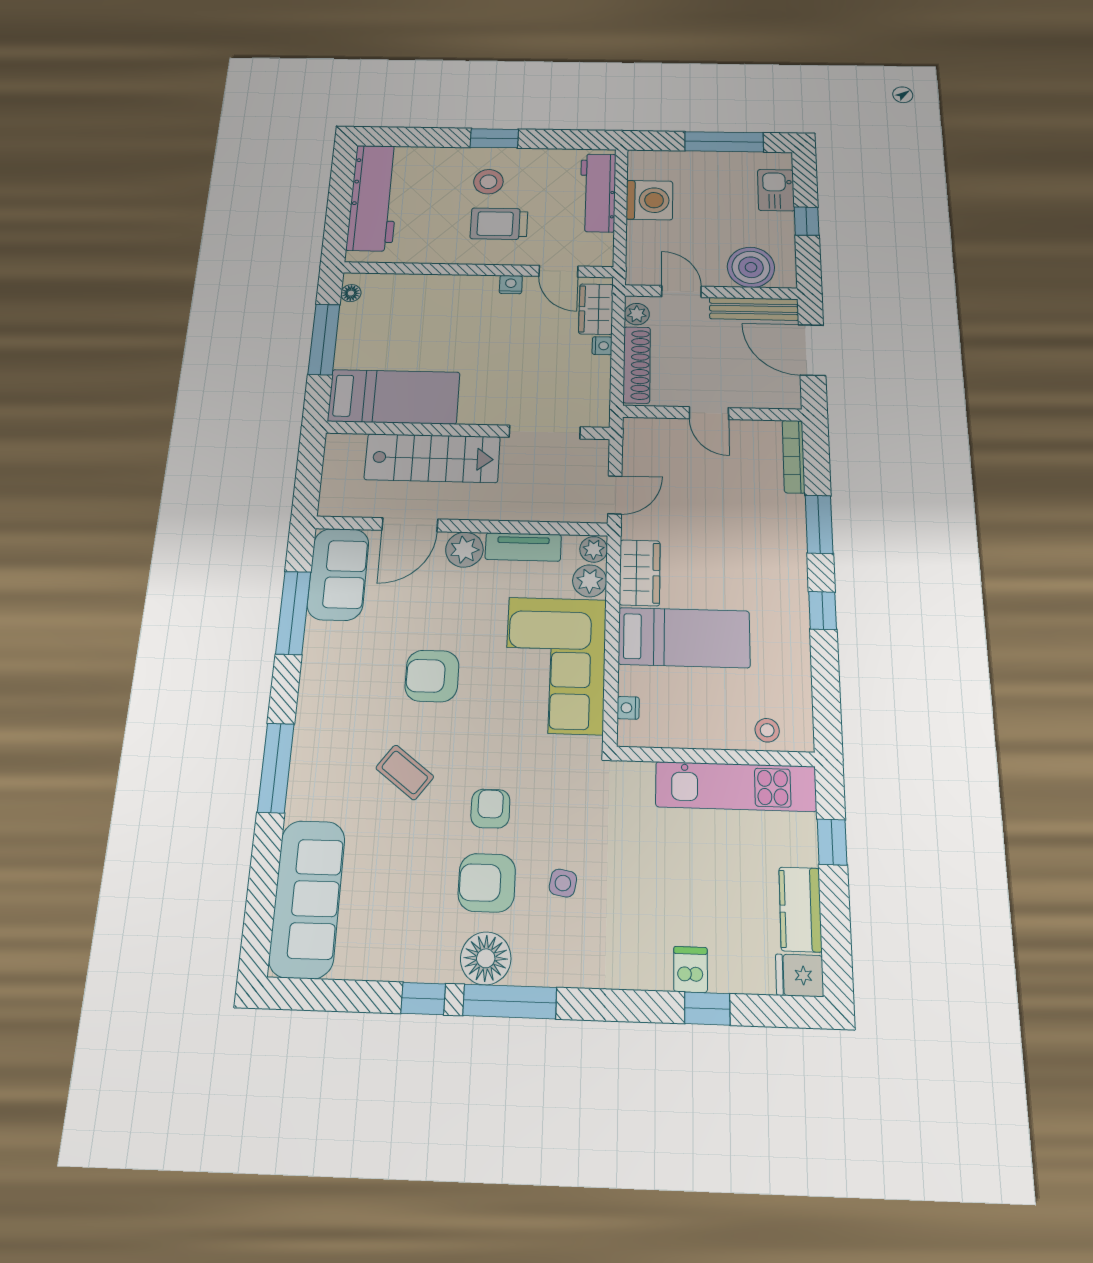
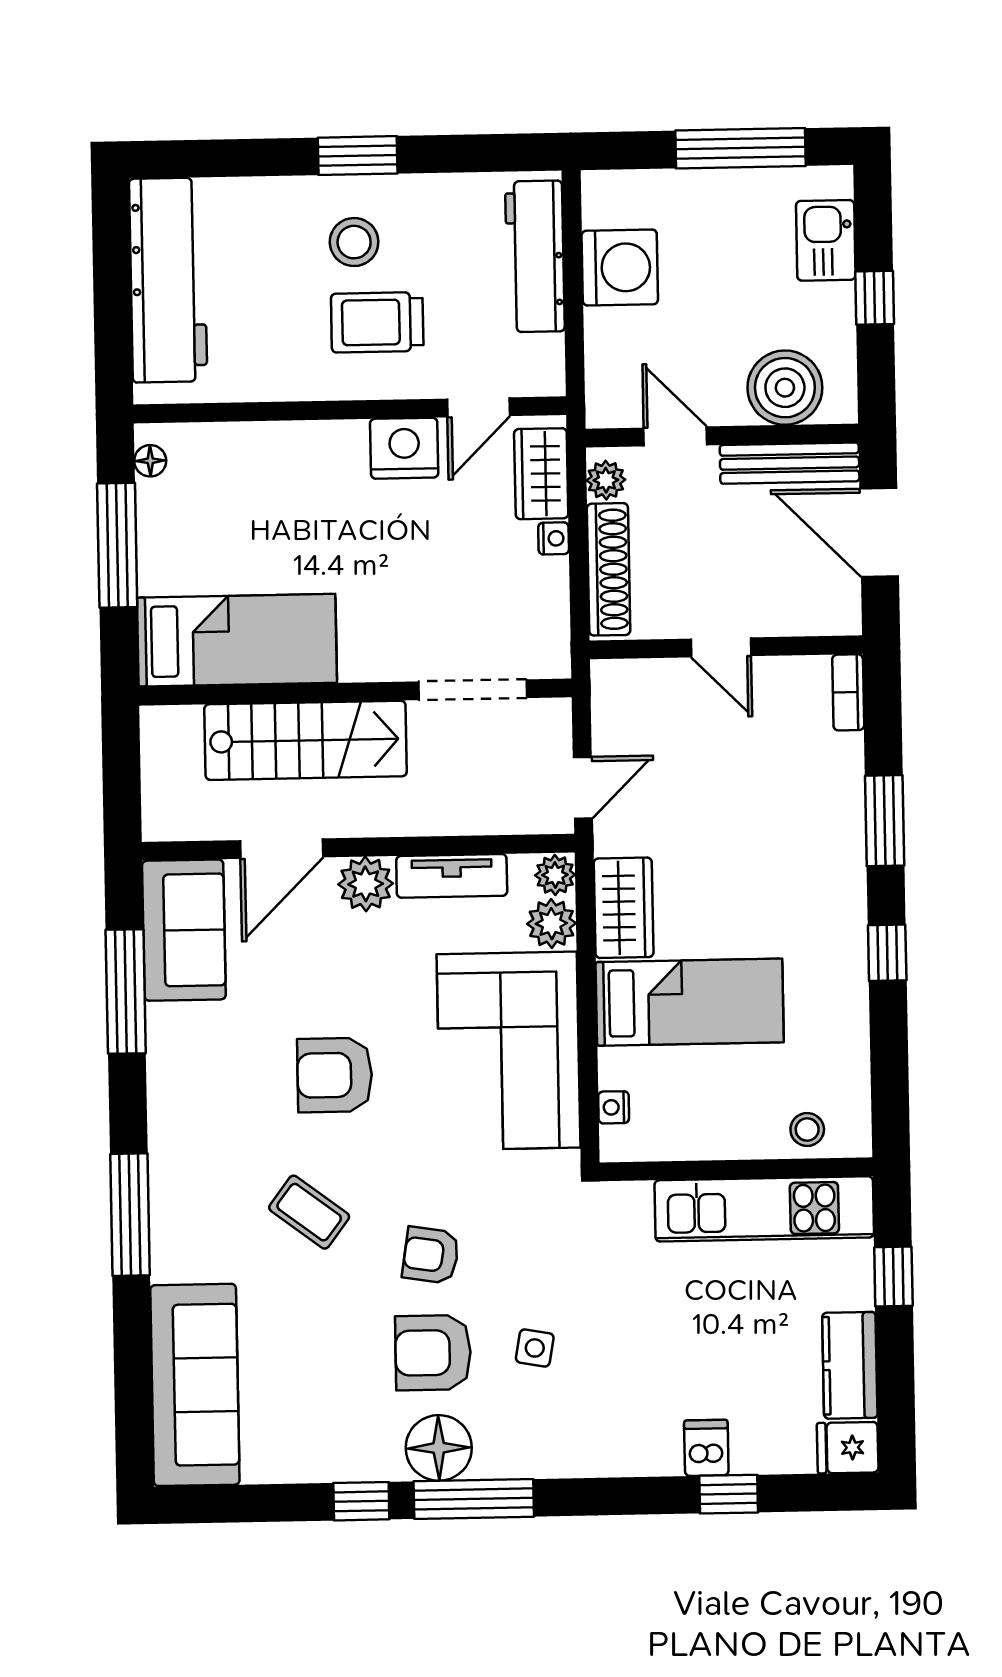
door: (558, 271) -> (478, 407), hinge flipped
nightstand: (511, 285) -> (404, 448), width x1.89, depth x1.79
bookcase: (794, 457) -> (848, 692), width x0.64
armchair: (490, 809) -> (431, 1255), turned -81

